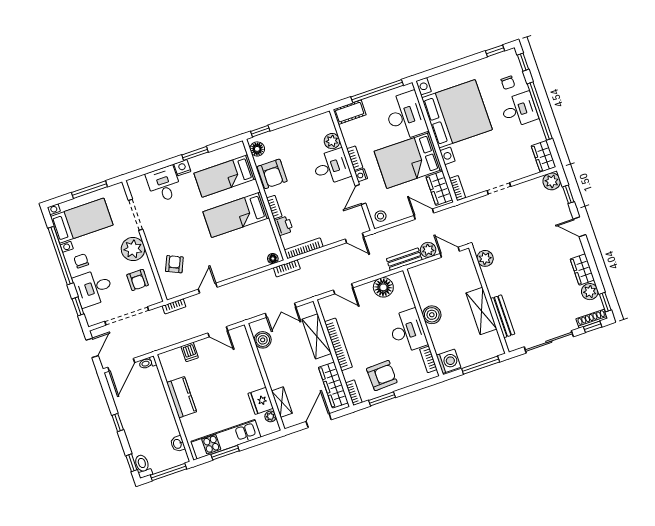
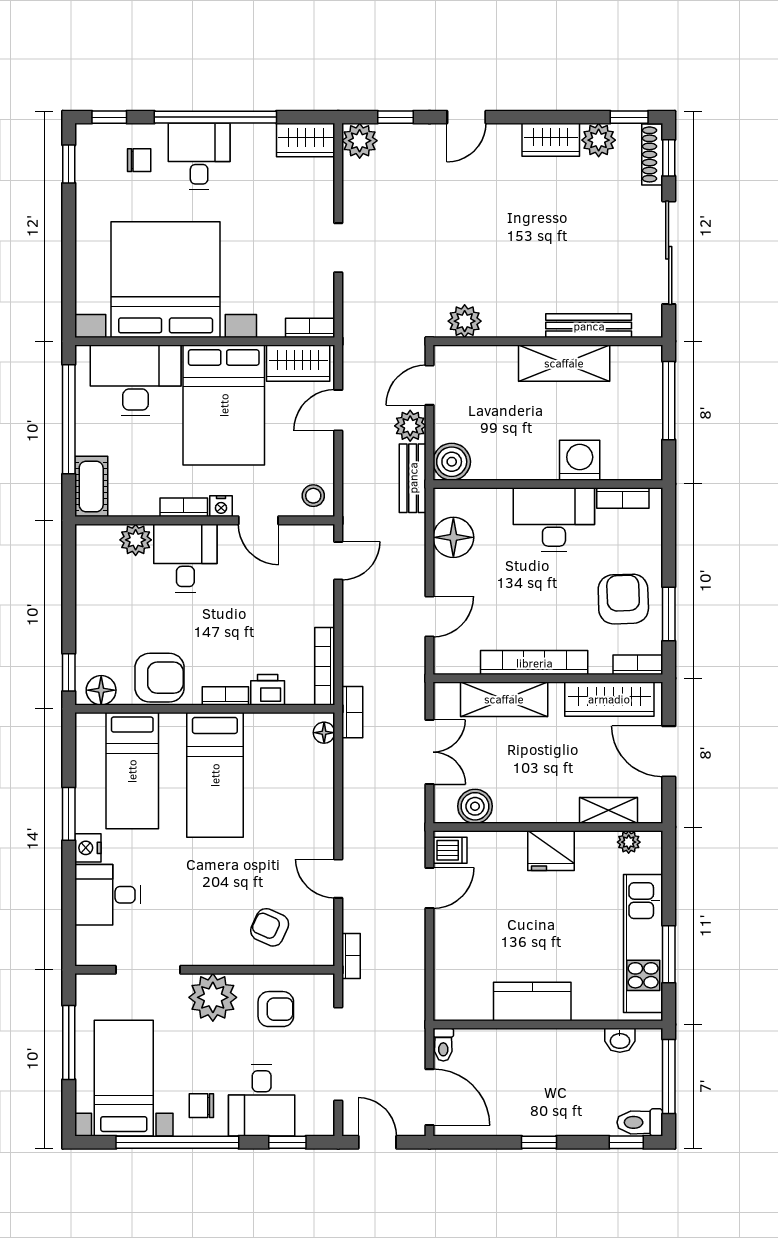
boiler: (432, 315) -> (452, 462), moved
dishwasher: (190, 352) -> (450, 850), moved
washing machine: (448, 361) -> (580, 460), moved
fridge: (261, 401) -> (551, 851), moved

